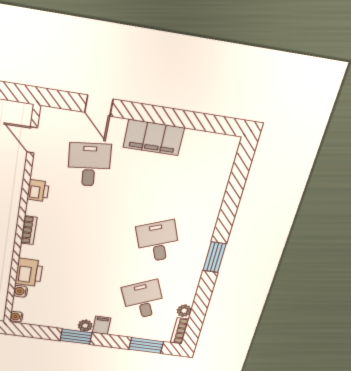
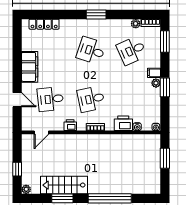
door: (99, 106) -> (17, 100), hinge flipped
locker: (222, 174) -> (44, 24), added
desk: (77, 230) -> (91, 99), added
desk: (158, 241) -> (91, 51), turned 39

